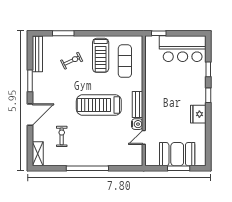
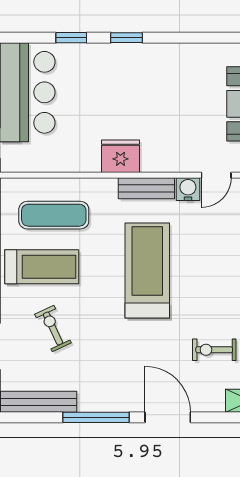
window: (30, 81) -> (96, 417), width x1.44
treadmill: (99, 105) -> (147, 271), turned 180
fridge: (198, 114) -> (120, 156), moved, turned 180
door: (144, 137) -> (216, 175), hinge flipped

